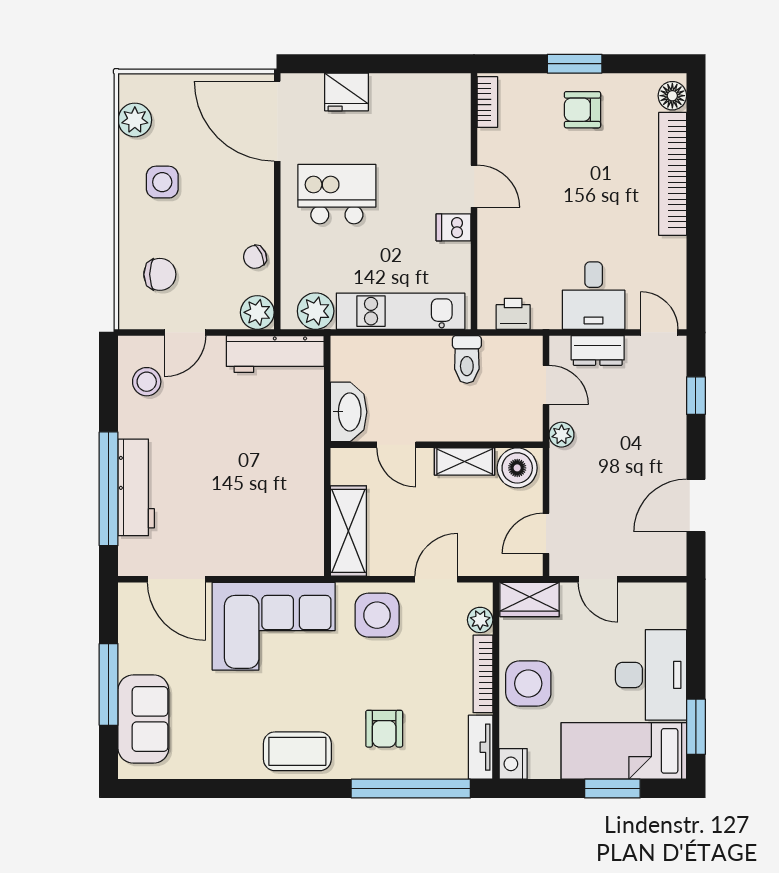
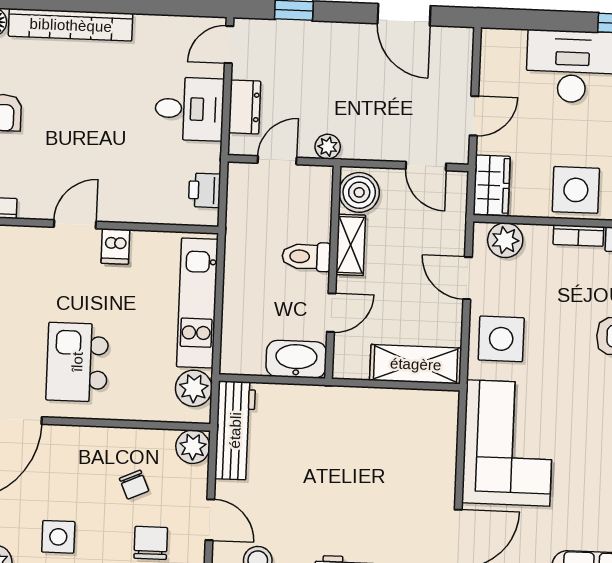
chair: (255, 257) -> (134, 485), moved
toilet: (467, 359) -> (306, 257), moved, turned 180
plant: (480, 620) -> (505, 240), width x1.38, depth x1.38
bookcase: (483, 674) -> (578, 236), width x0.64

